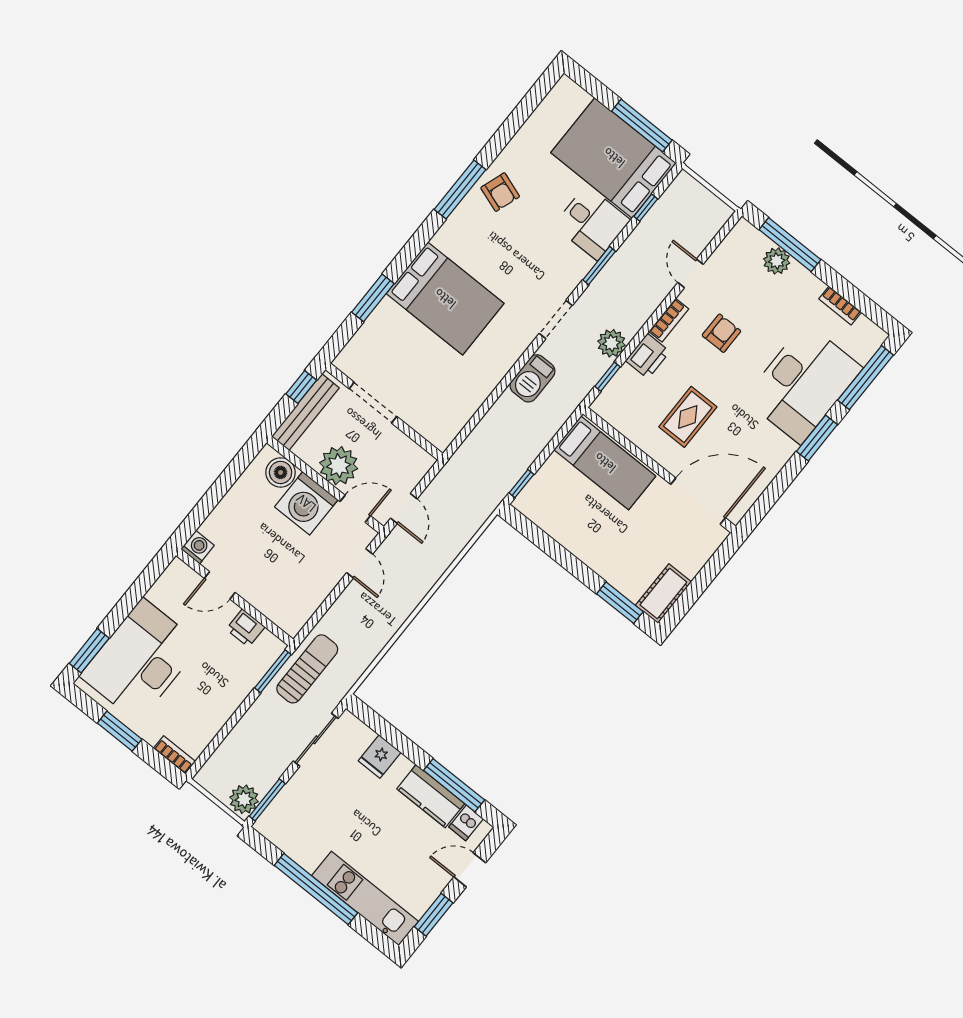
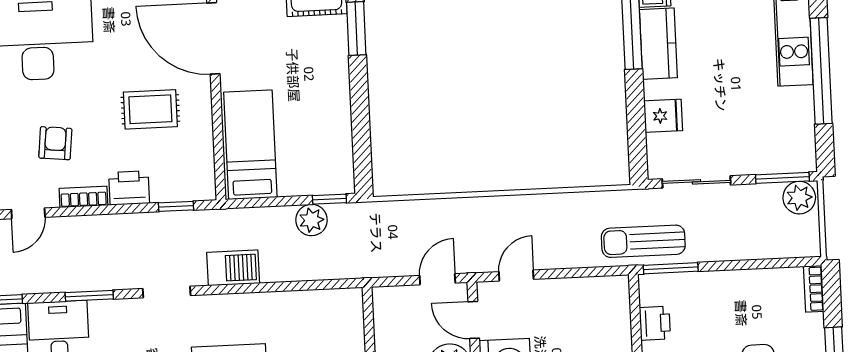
armchair: (721, 333) -> (55, 143), turned 96
plant: (611, 343) -> (311, 220), moved

